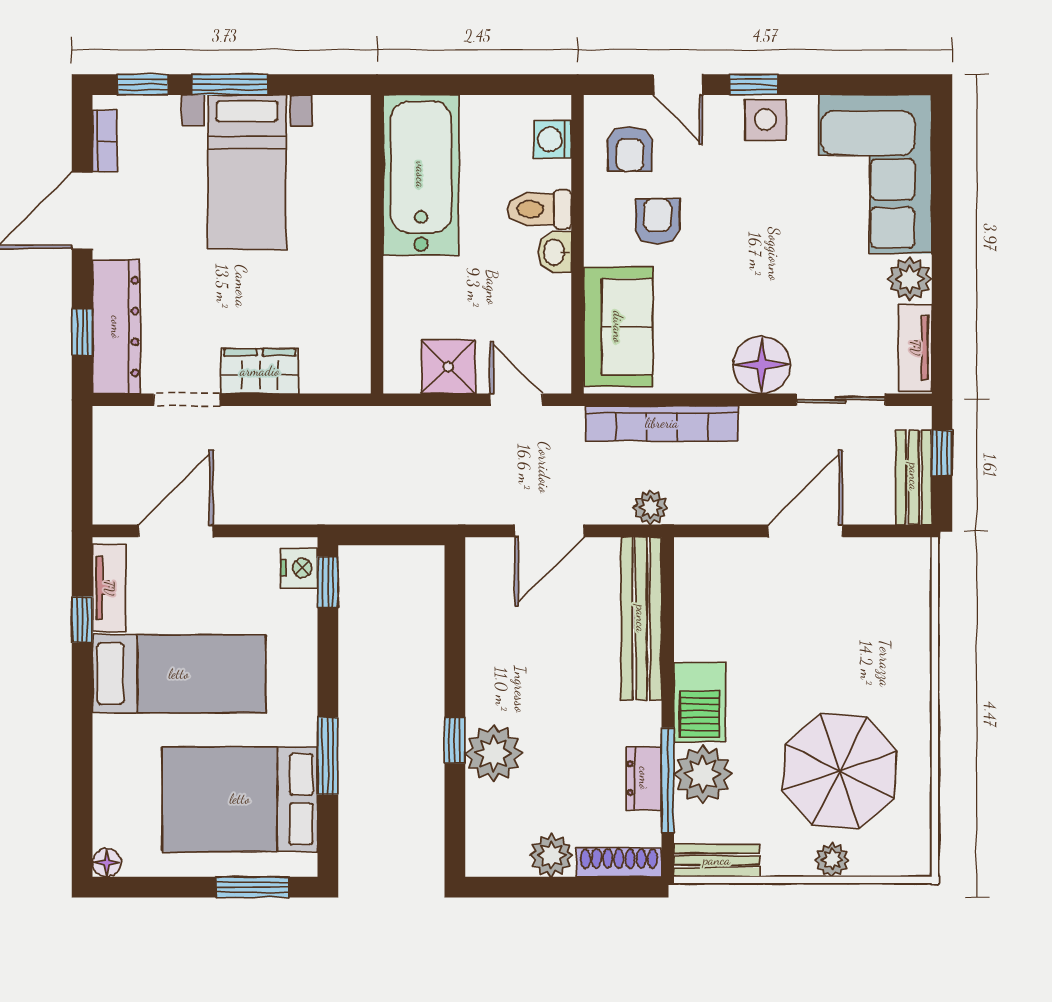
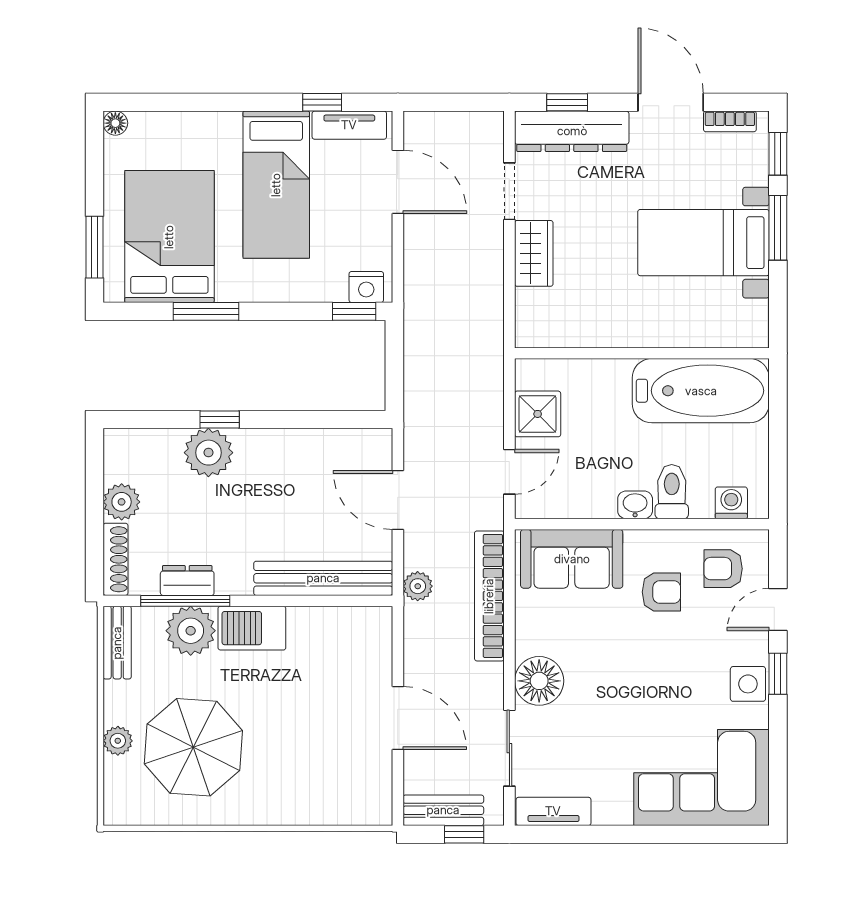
plant: (910, 279) -> (612, 807), removed

